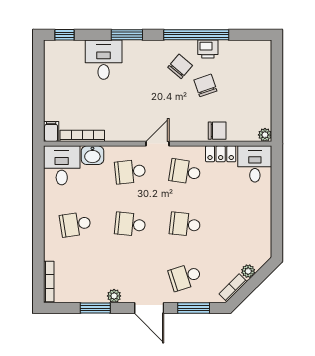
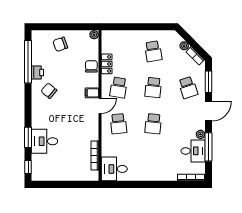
window: (127, 35) -> (28, 137), moved
window: (196, 35) -> (28, 62), moved
chair: (205, 85) -> (60, 44), moved
filing cabinet: (51, 132) -> (92, 93), moved
door: (157, 144) -> (100, 106), swing flipped
washbasin: (92, 155) -> (108, 149), removed
desk: (255, 164) -> (193, 151), moved, turned 180
school desk: (75, 224) -> (153, 51), moved
window: (95, 308) -> (208, 147), width x1.44

